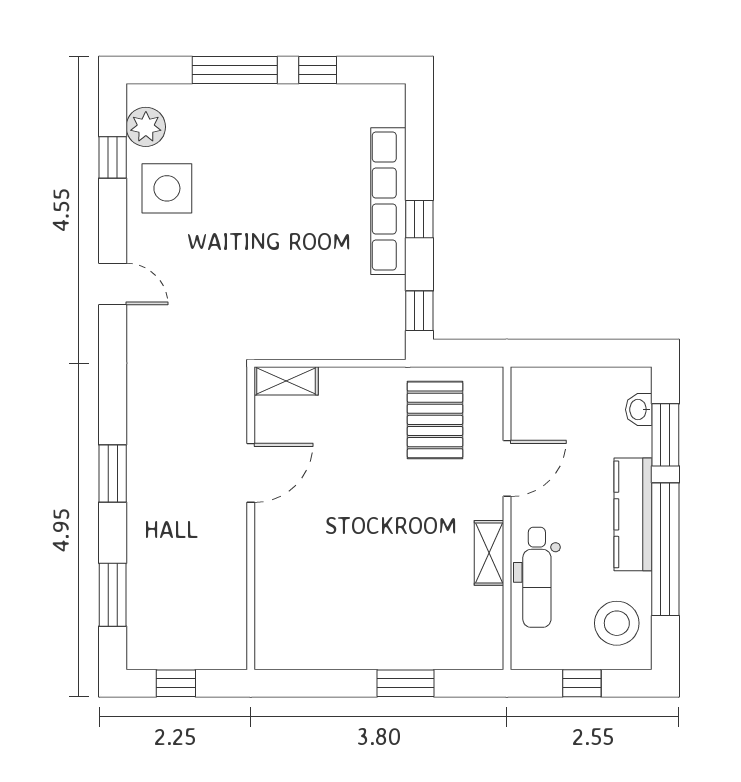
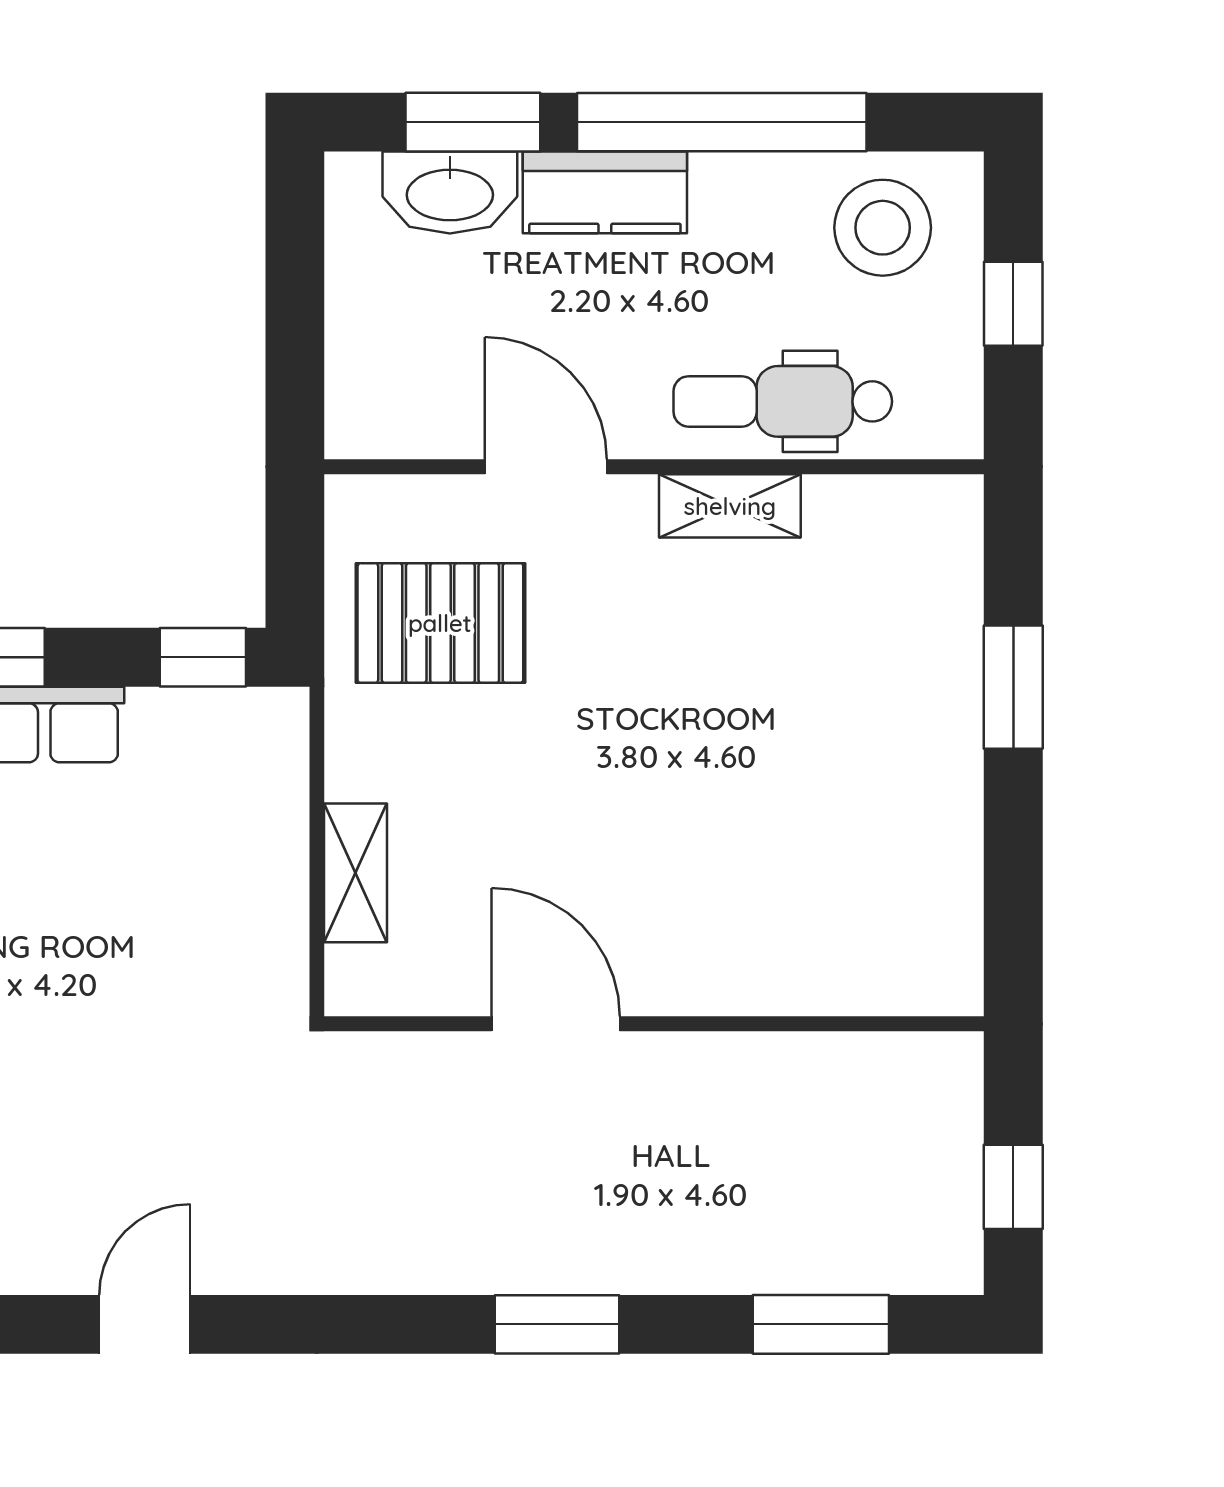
shelving: (286, 381) -> (355, 873), moved
washbasin: (639, 410) -> (450, 193), width x1.91, depth x1.45
kitchen counter: (633, 514) -> (605, 192), width x0.67
dental chair: (537, 577) -> (783, 401), turned 180

